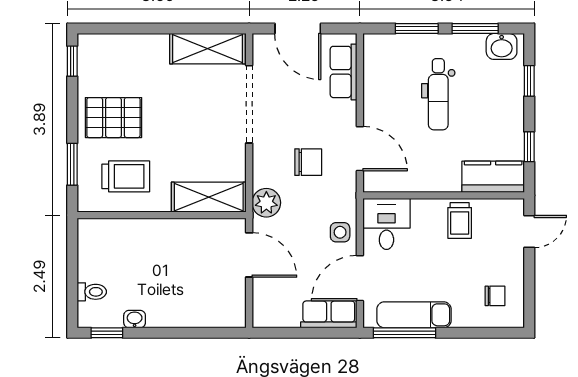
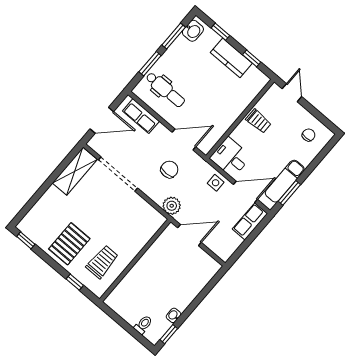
dental chair: (438, 94) -> (165, 90), moved
window: (72, 164) -> (75, 282), width x0.67
kitchen counter: (493, 177) -> (231, 58), moved, turned -90
shelving: (209, 197) -> (146, 231), removed
door: (360, 278) -> (245, 192), swing flipped
window: (405, 333) -> (289, 193), width x0.69

